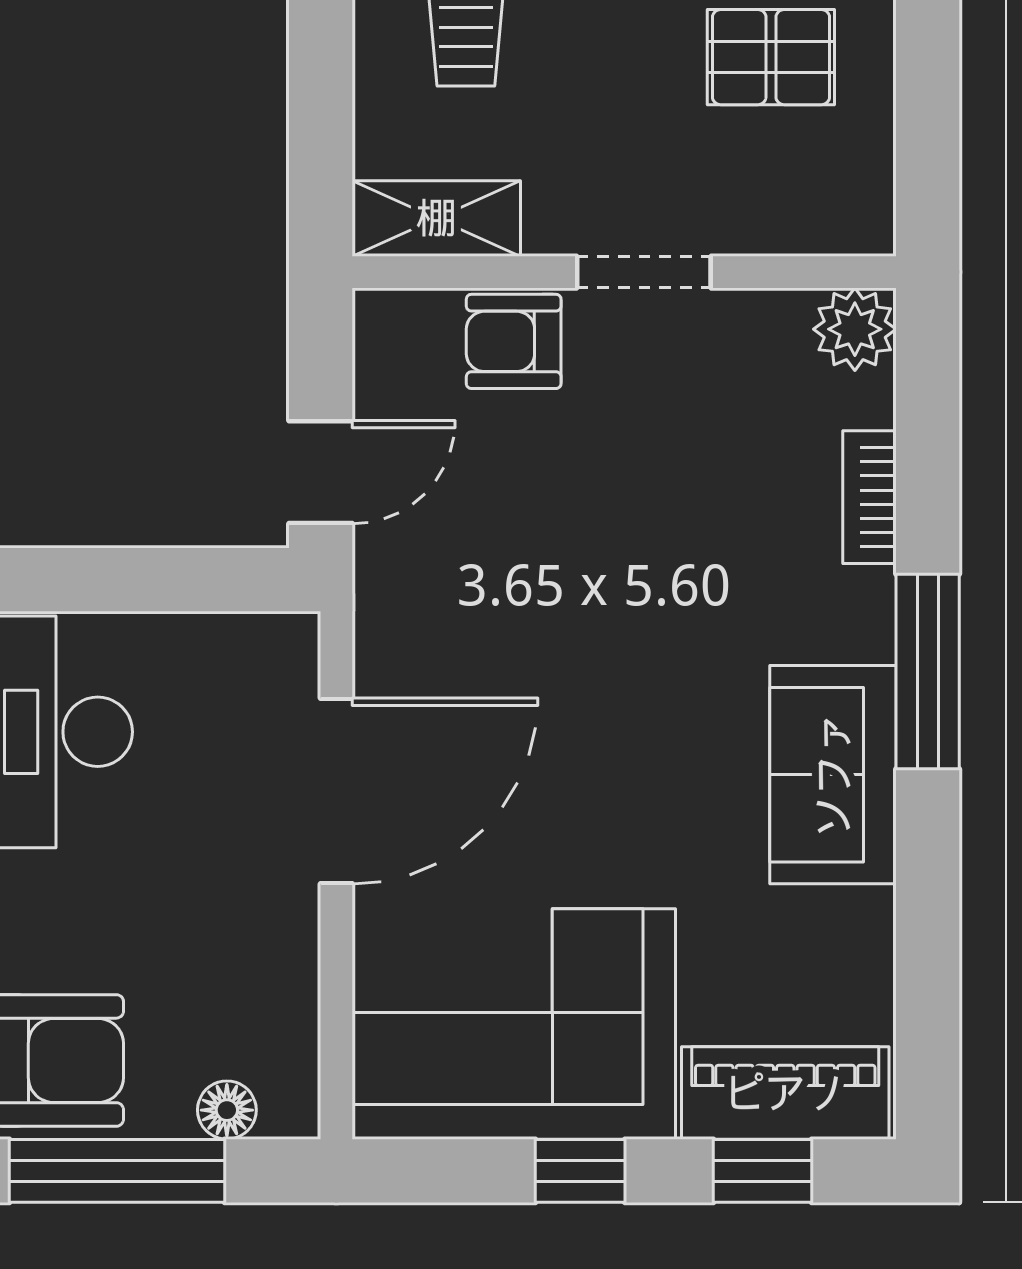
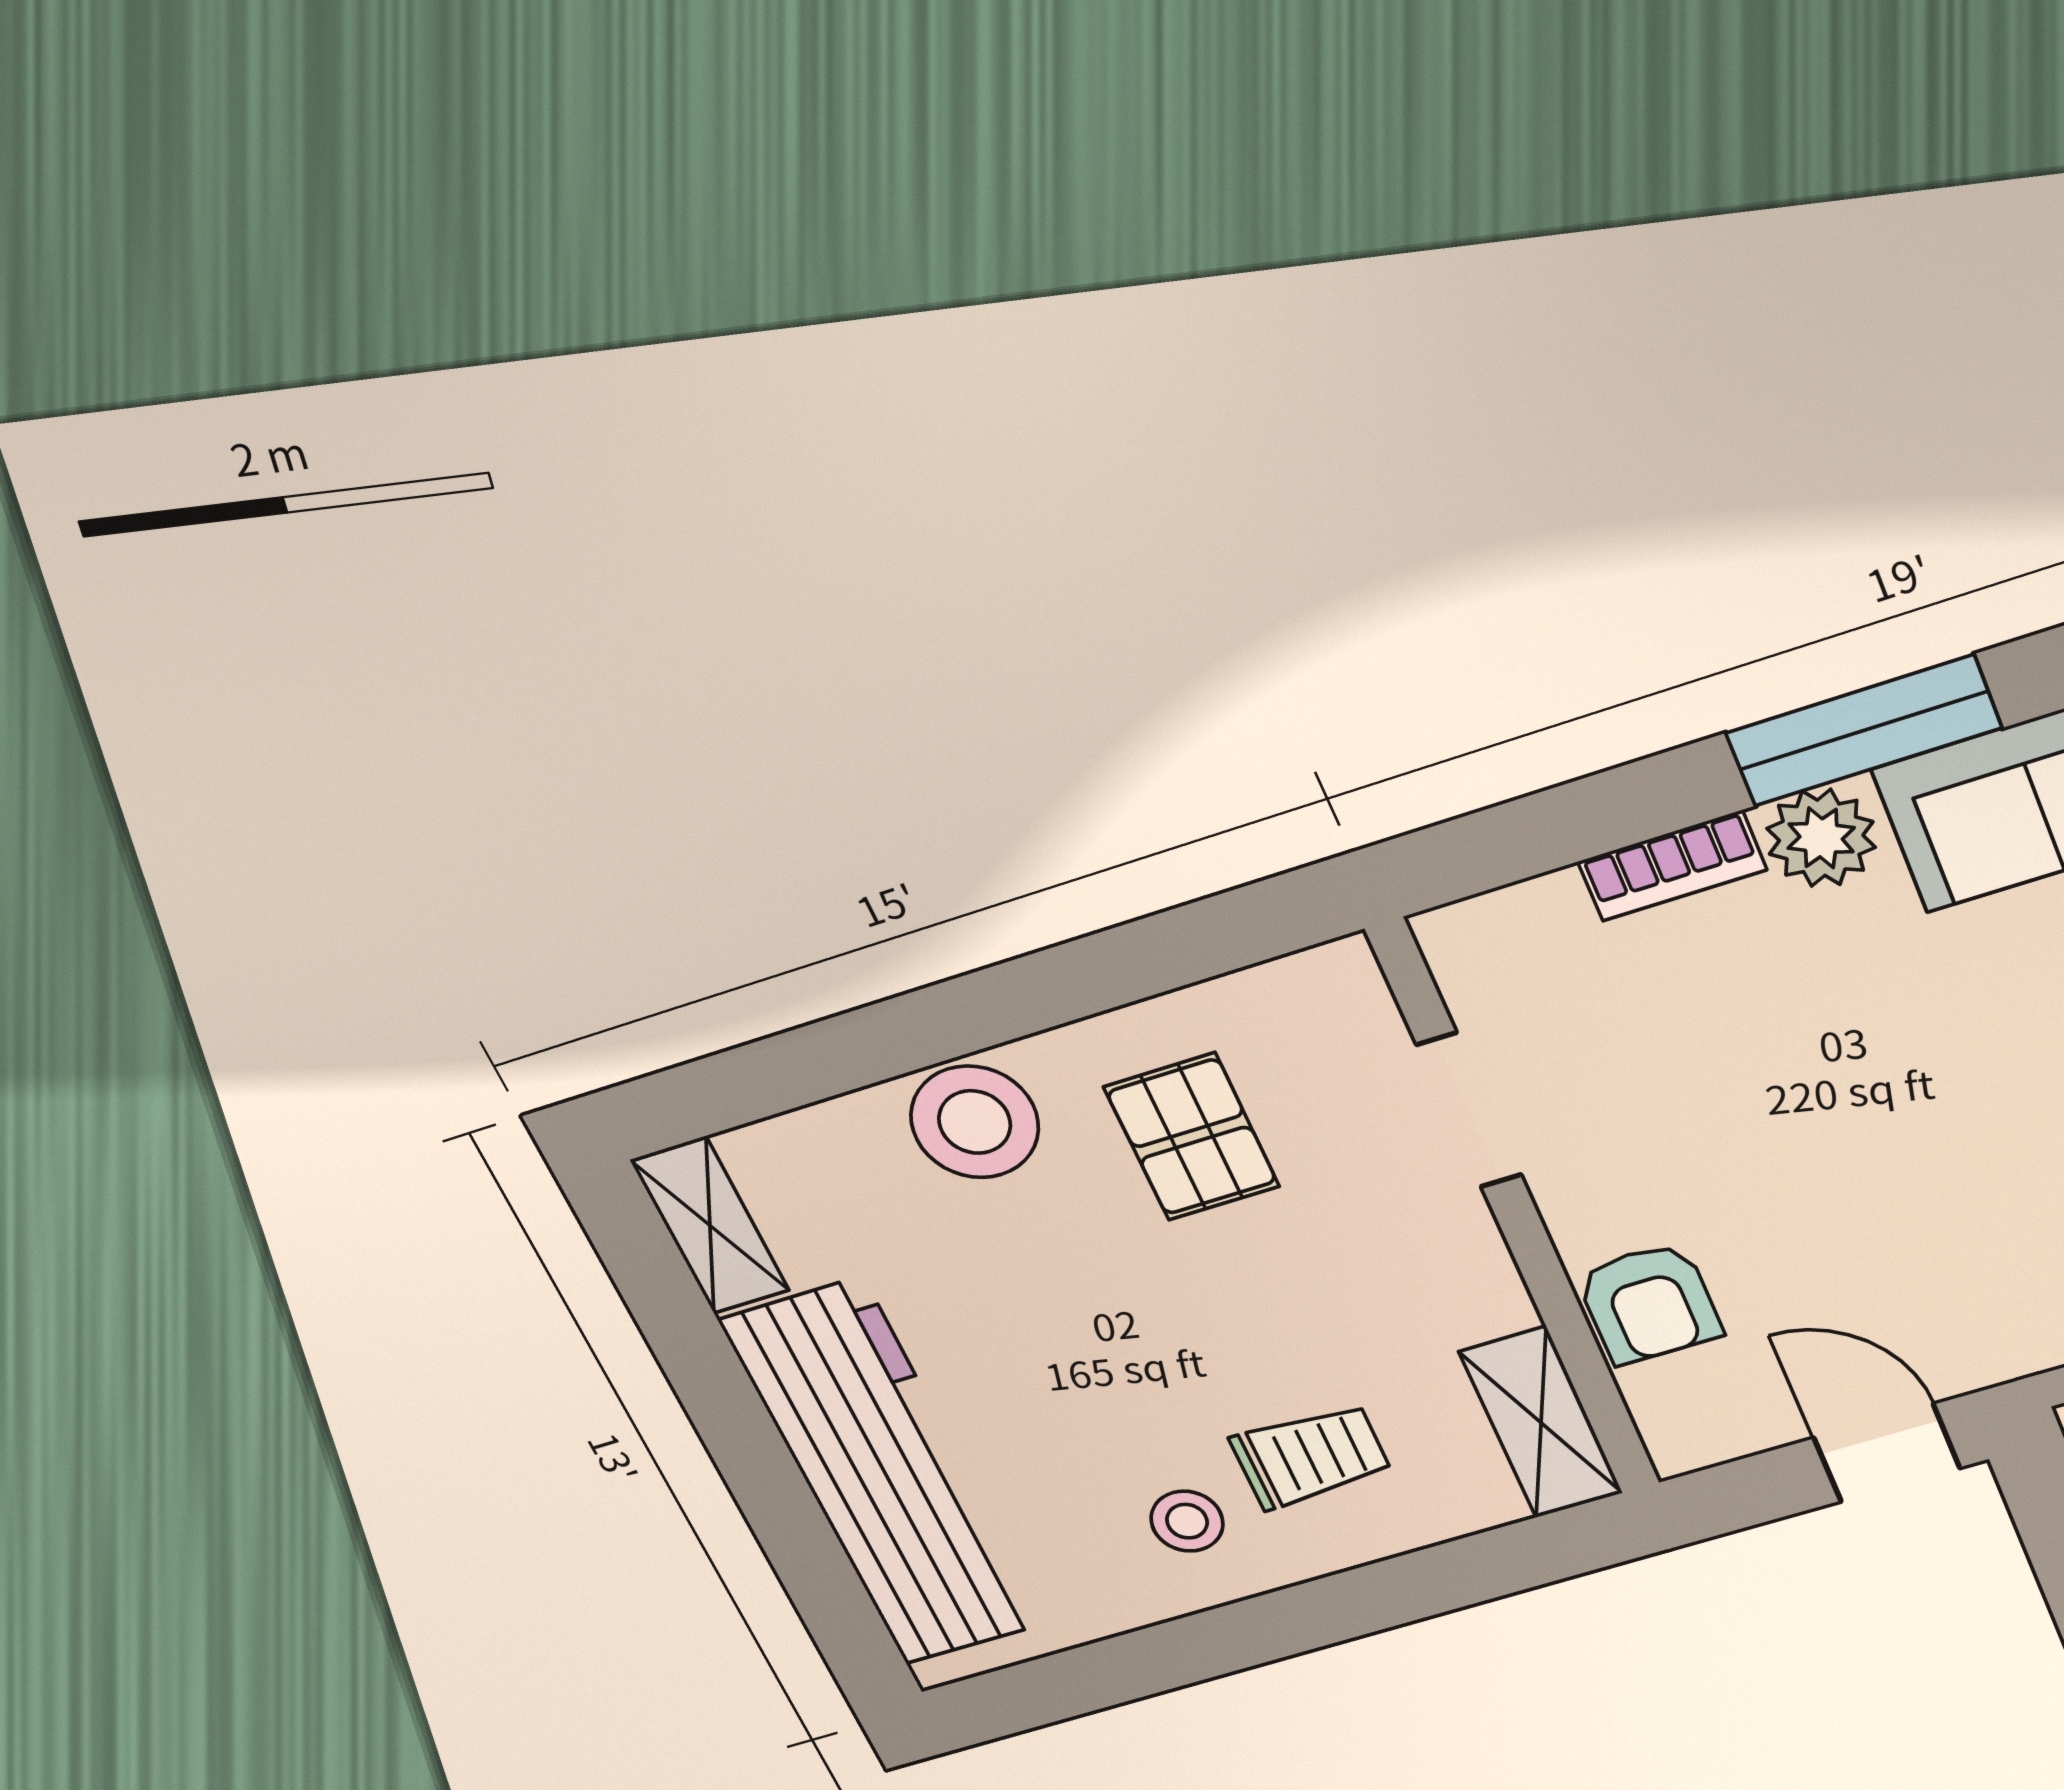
doorway: (644, 272) -> (1469, 1110), moved
plant: (855, 329) -> (1821, 838), moved

